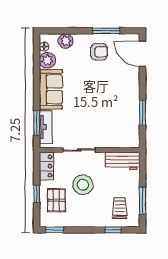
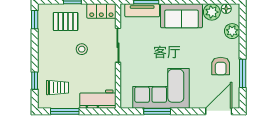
corner sofa: (120, 109) -> (161, 88), added
workbench: (122, 161) -> (98, 99), moved, turned 90
stool: (83, 185) -> (82, 49), width x0.53, depth x0.53

